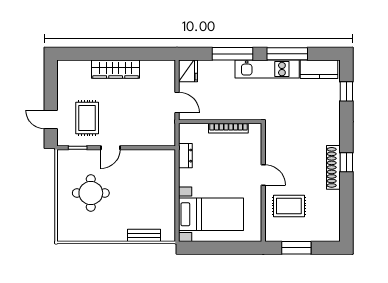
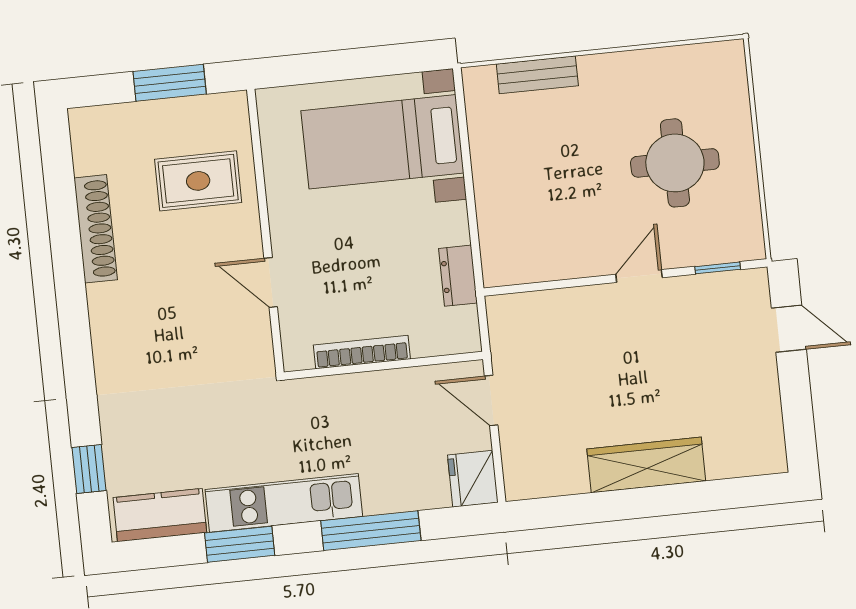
window: (287, 54) -> (240, 544), width x0.69
rug: (87, 118) -> (703, 341), removed
window: (346, 162) -> (72, 300), removed
shoe rack: (333, 167) -> (96, 229), moved
door: (263, 175) -> (271, 282), moved

